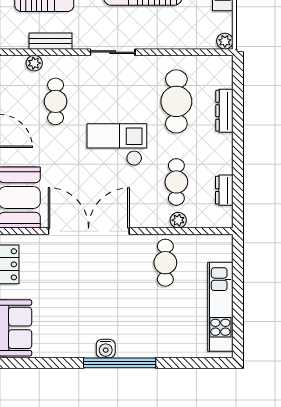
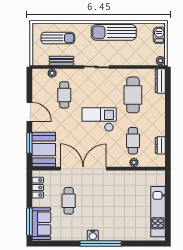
dresser: (224, 111) -> (160, 81), moved
cafe table: (165, 263) -> (69, 201), moved

